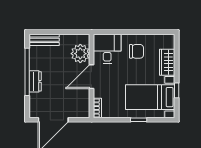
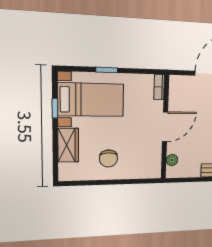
desk: (107, 49) -> (145, 161), removed
chair: (136, 51) -> (108, 158), turned -90
plant: (80, 54) -> (172, 160), width x0.53, depth x0.53

